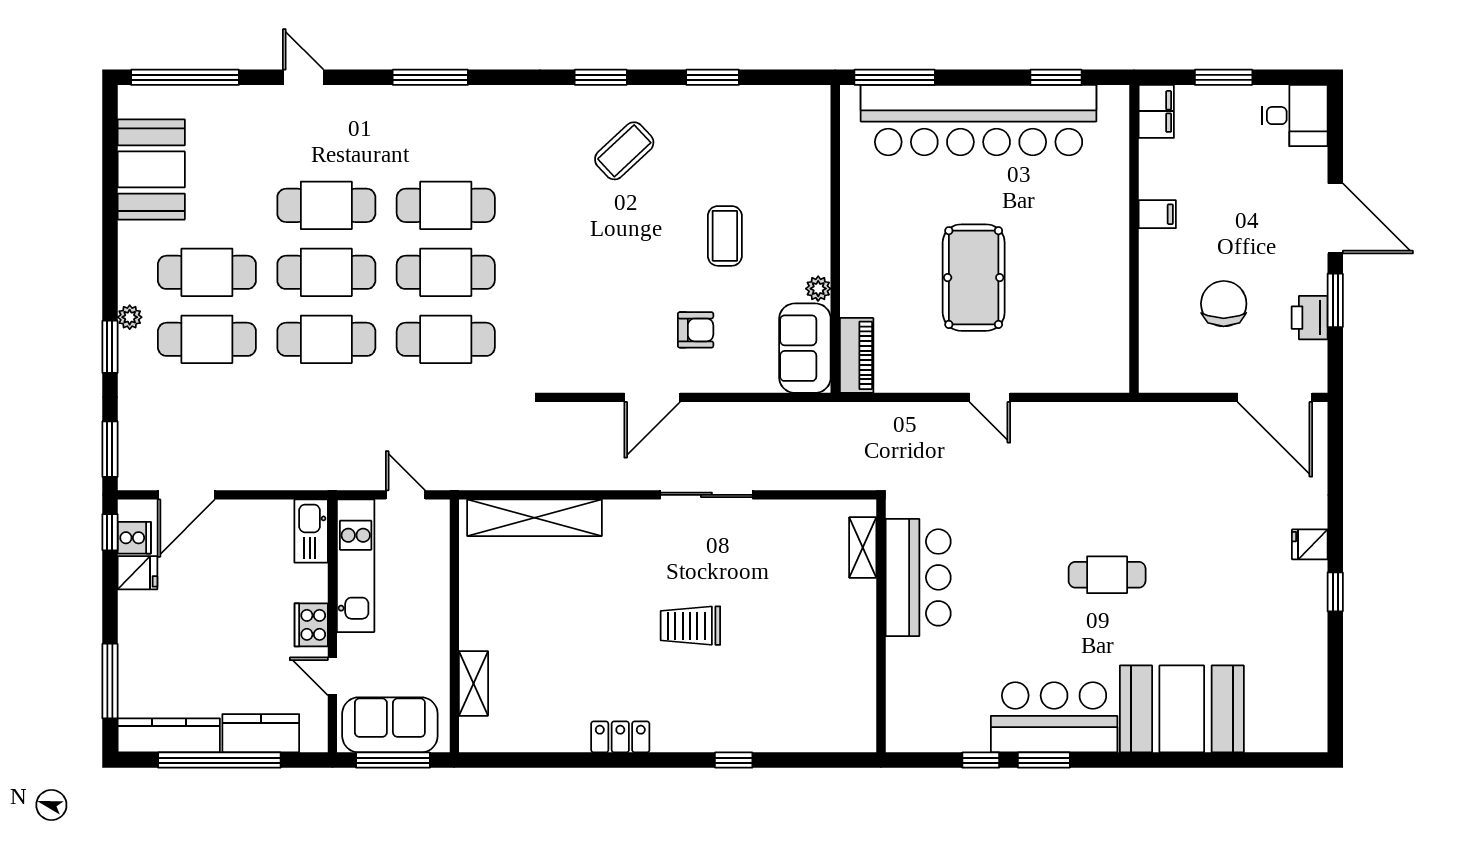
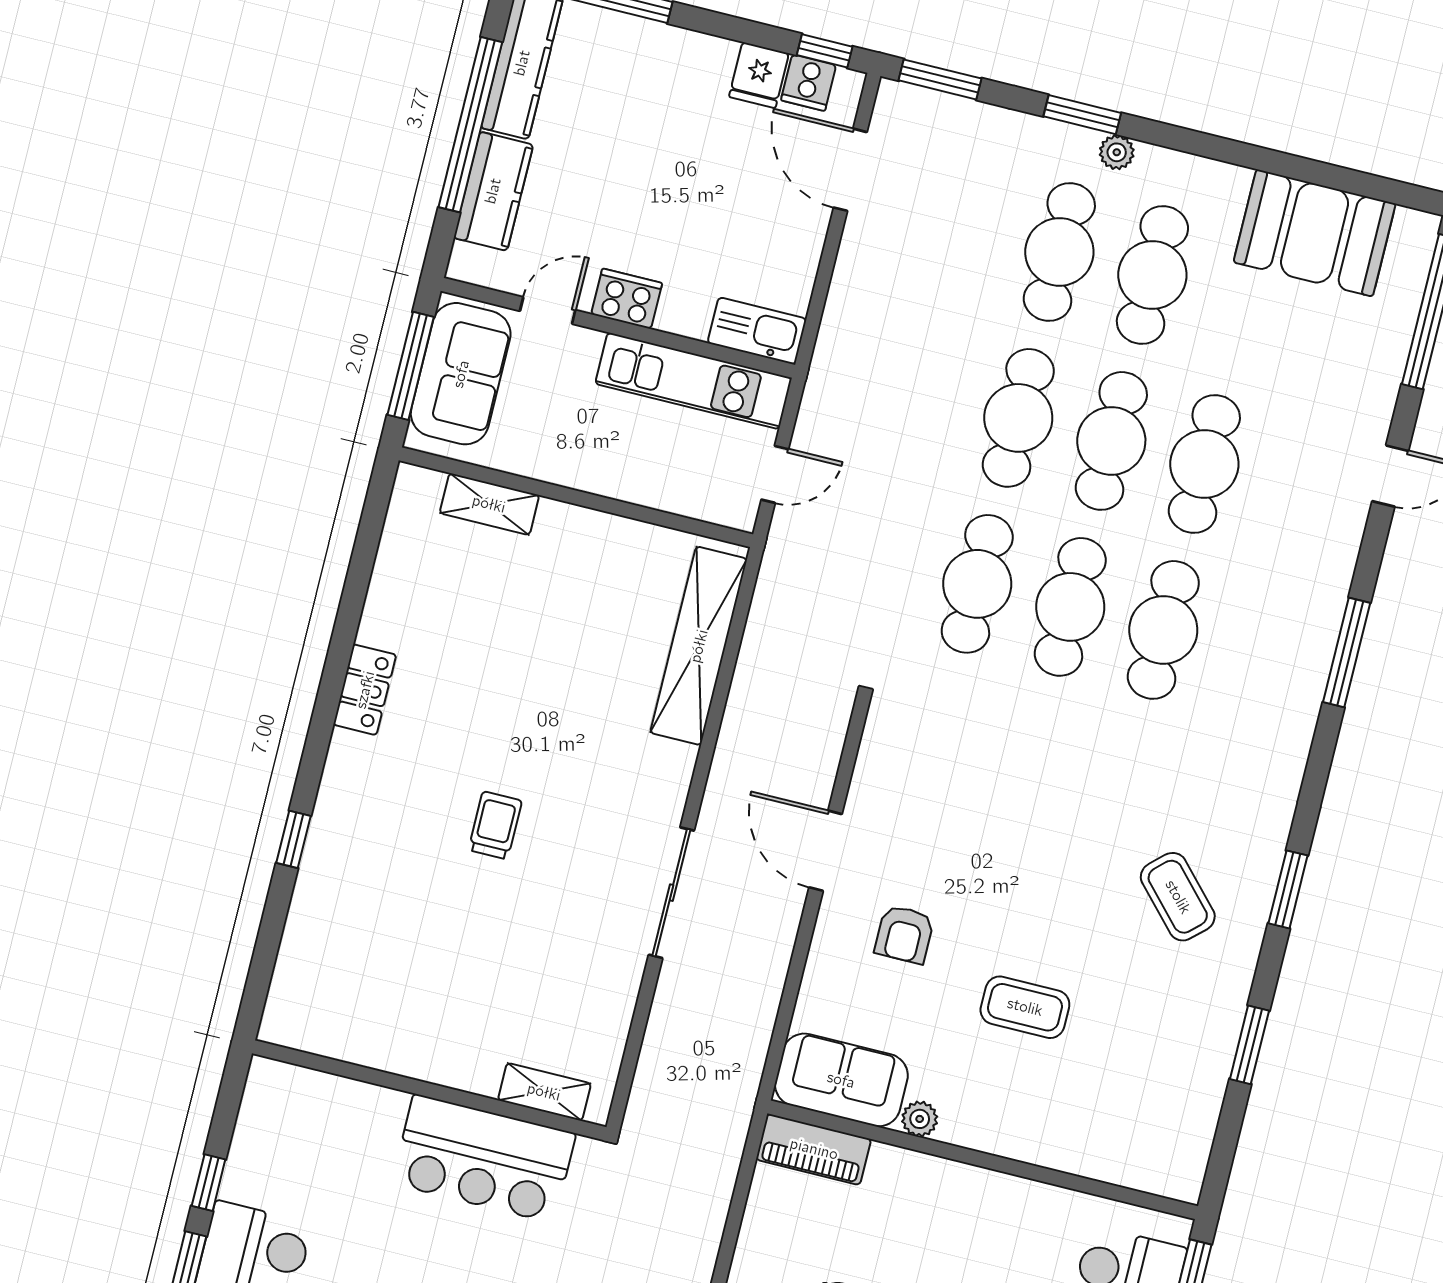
trolley: (690, 626) -> (495, 825), width x0.73, depth x0.72

